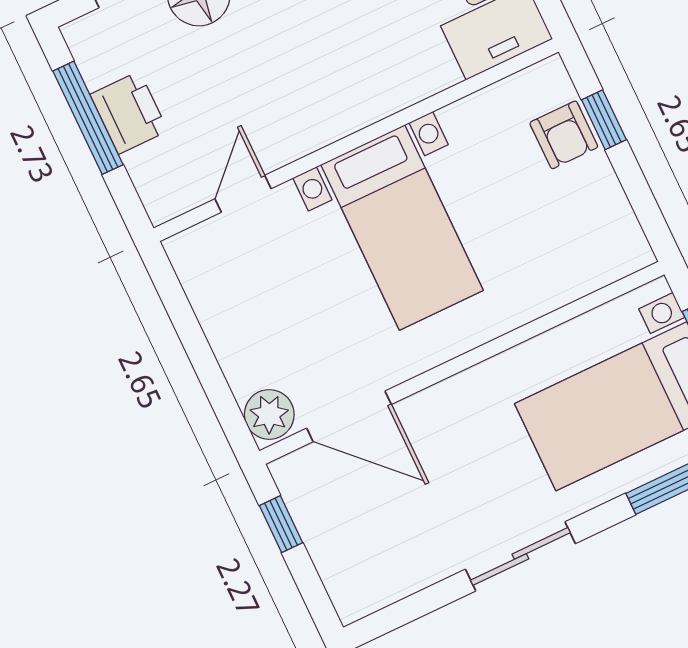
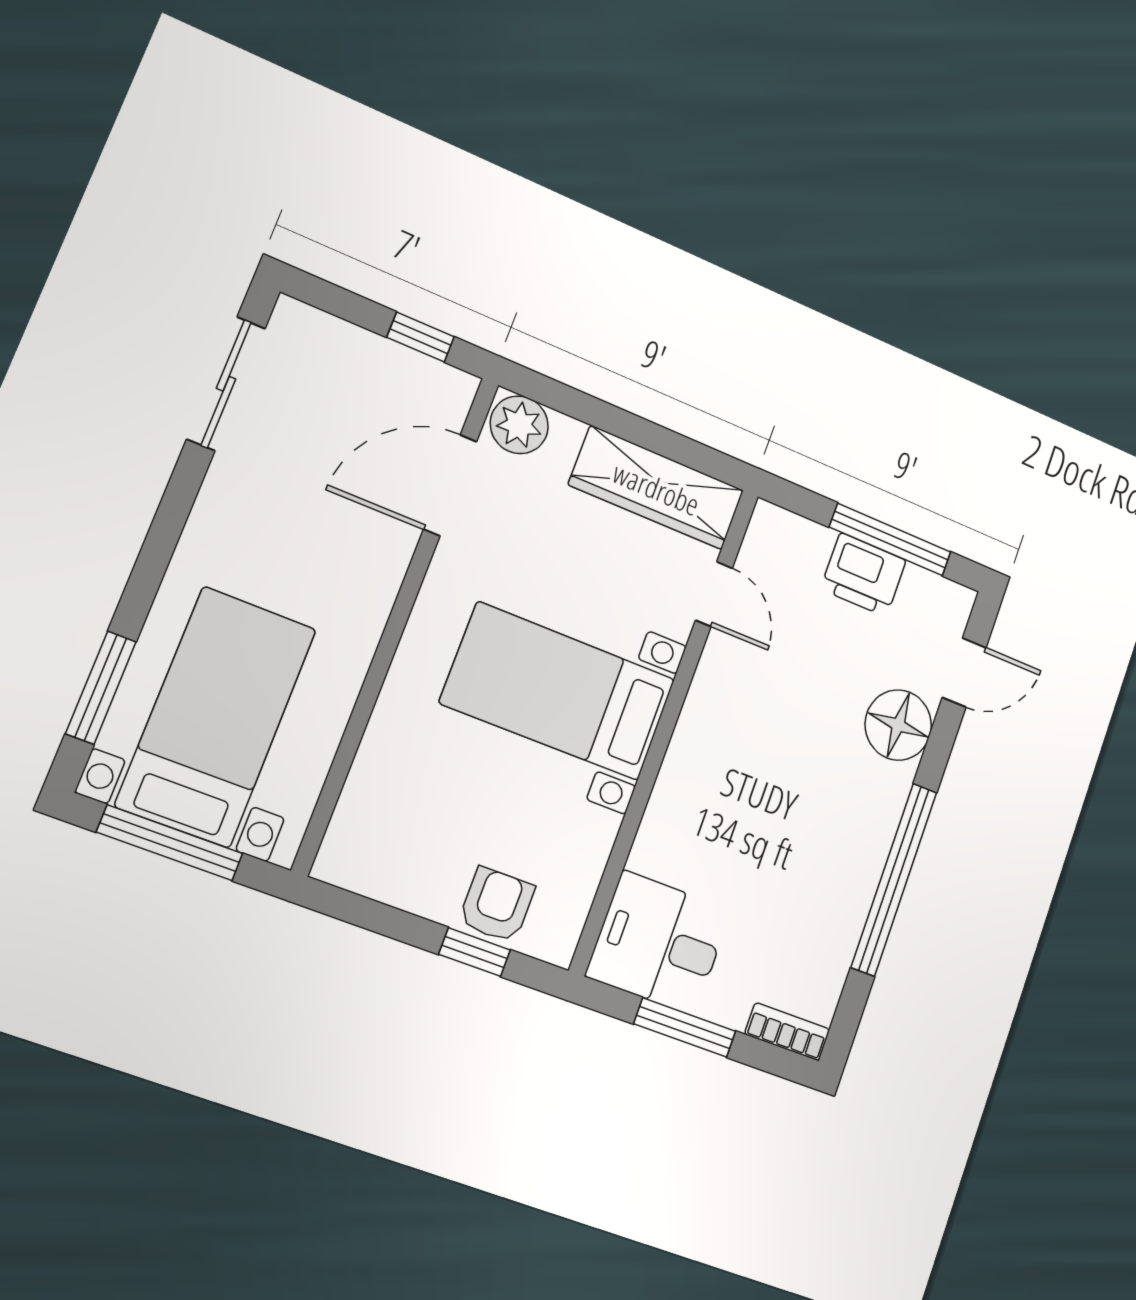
armchair: (564, 135) -> (497, 905), turned 90
wardrobe: (217, 295) -> (656, 488), added
sliding door: (520, 556) -> (226, 384), moved

